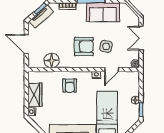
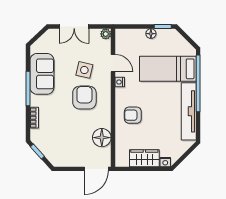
tv unit: (41, 16) -> (47, 150), removed
door: (26, 44) -> (96, 169), moved
armchair: (70, 86) -> (133, 115), turned 180

